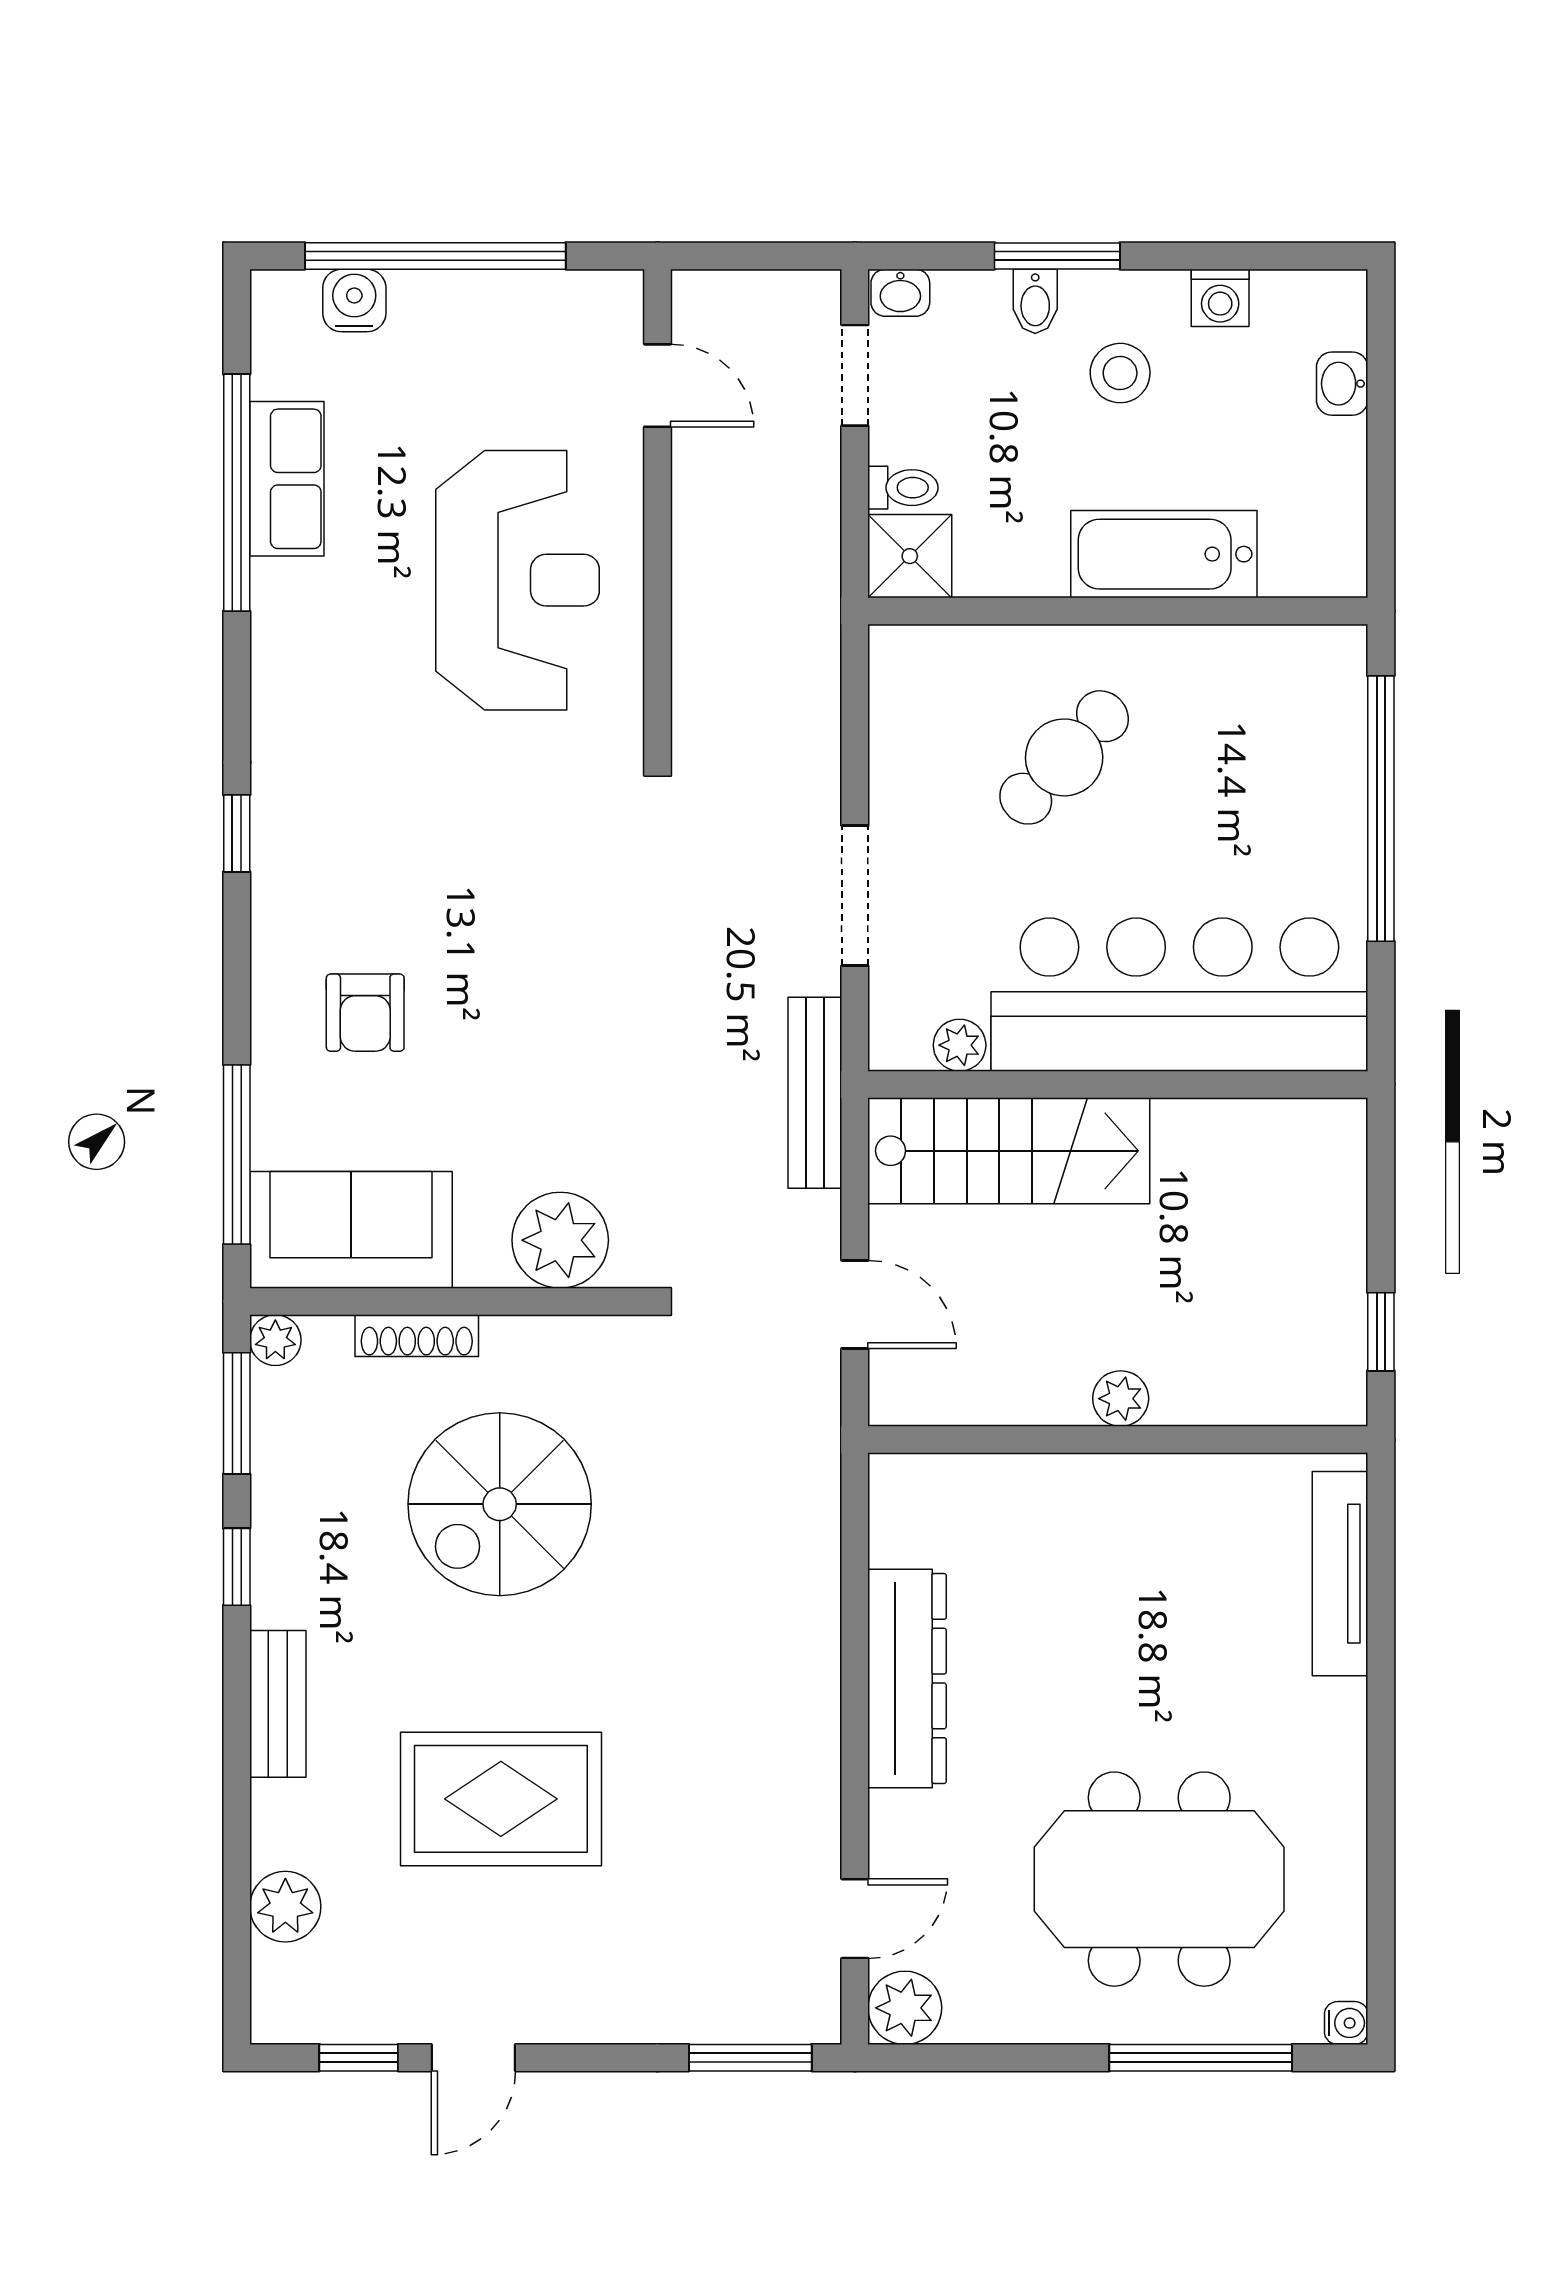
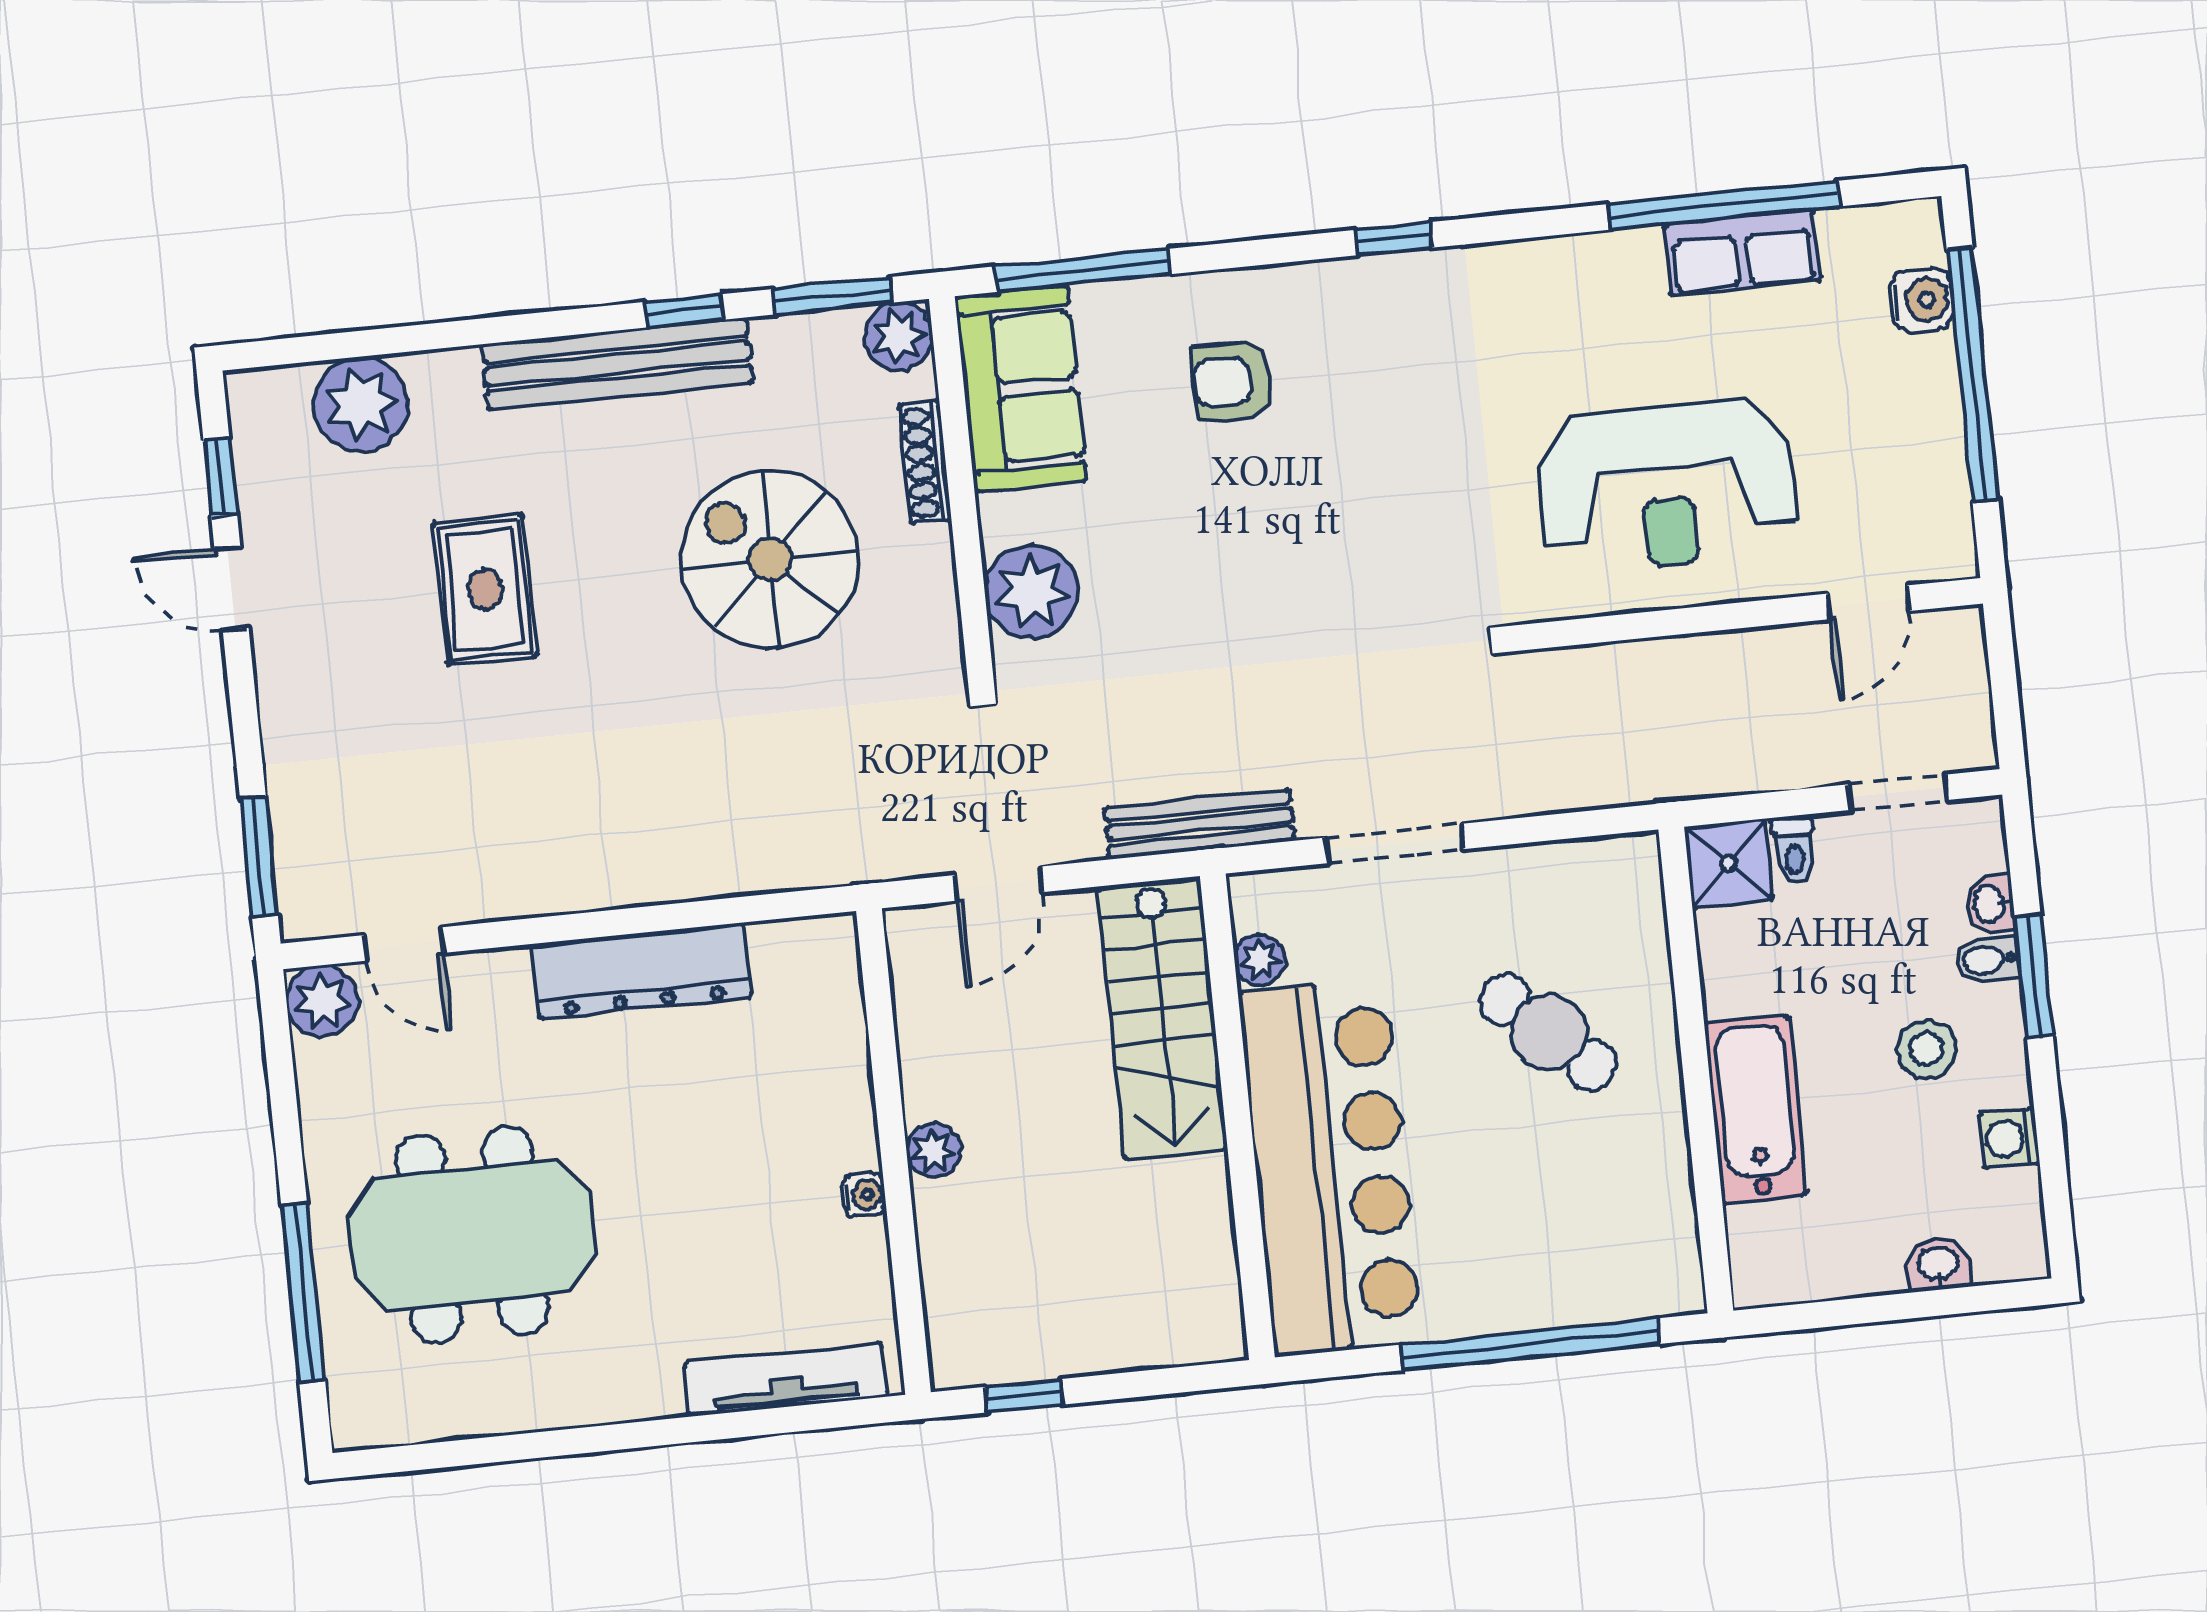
washbasin: (900, 293) -> (1990, 904), moved
plant: (275, 1340) -> (899, 336), width x1.38, depth x1.38
bench: (278, 1704) -> (617, 364), width x1.86, depth x1.21
rug: (501, 1799) -> (485, 590), width x0.73, depth x0.70
meeting table: (1159, 1879) -> (472, 1235), turned 90
plant: (285, 1907) -> (361, 404), width x1.36, depth x1.36
water cooler: (1346, 2023) -> (864, 1195), moved, turned -90

